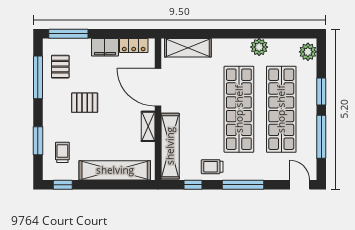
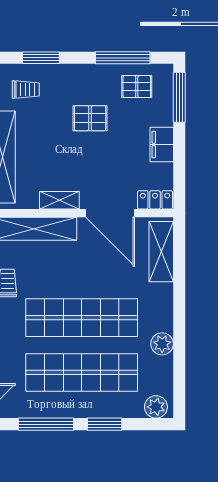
locker: (134, 46) -> (155, 200), moved, turned 90
door: (158, 87) -> (110, 213), swing flipped
pallet: (85, 103) -> (90, 118), turned 90

